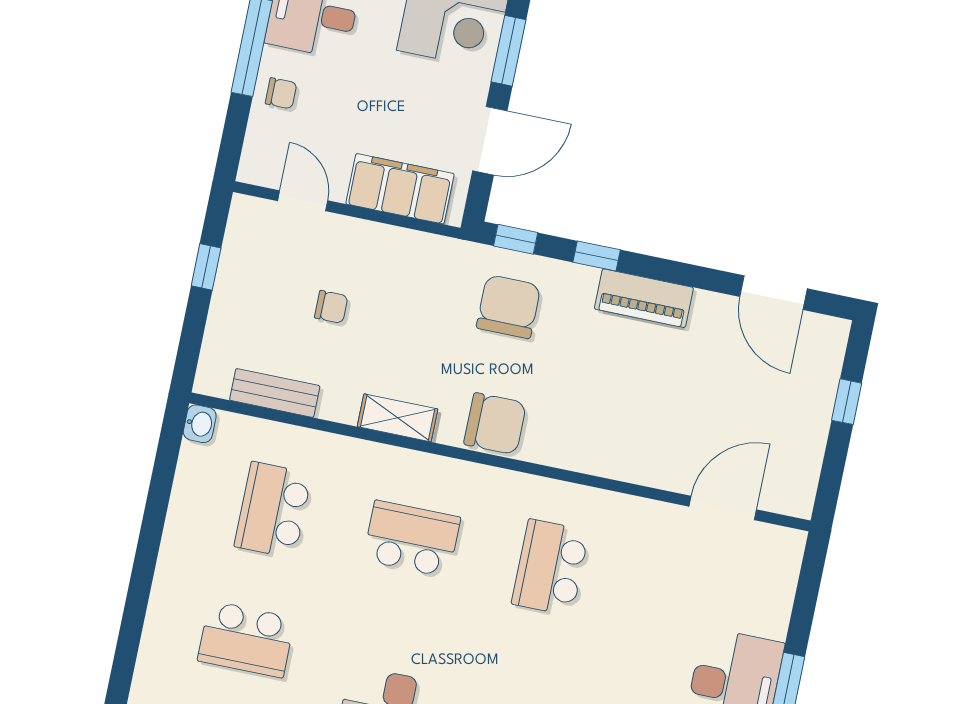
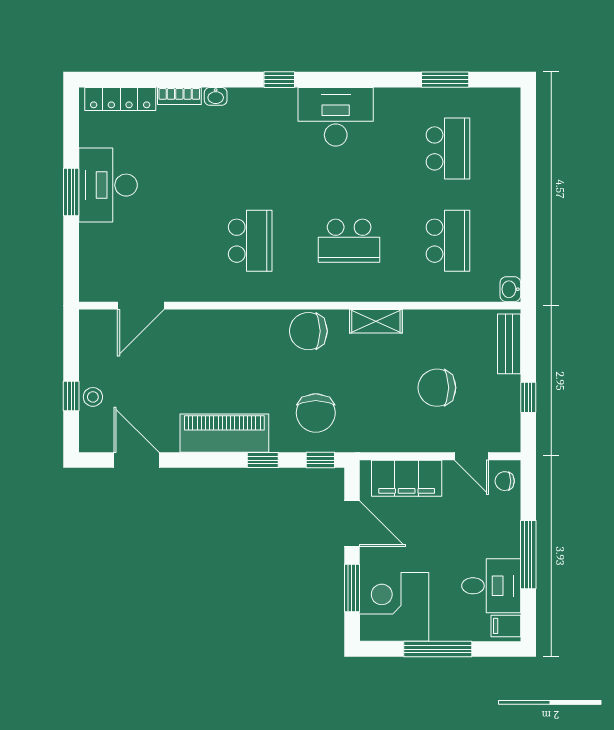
chair: (281, 93) -> (505, 481), moved
door: (490, 141) -> (352, 524), swing flipped
piano: (644, 298) -> (224, 433), width x1.37, depth x1.33
chair: (331, 307) -> (437, 388), width x1.87, depth x1.87
bench: (275, 393) -> (509, 344), moved, turned 90
stool: (816, 394) -> (93, 397), added
school desk: (246, 639) -> (448, 148), turned 90

